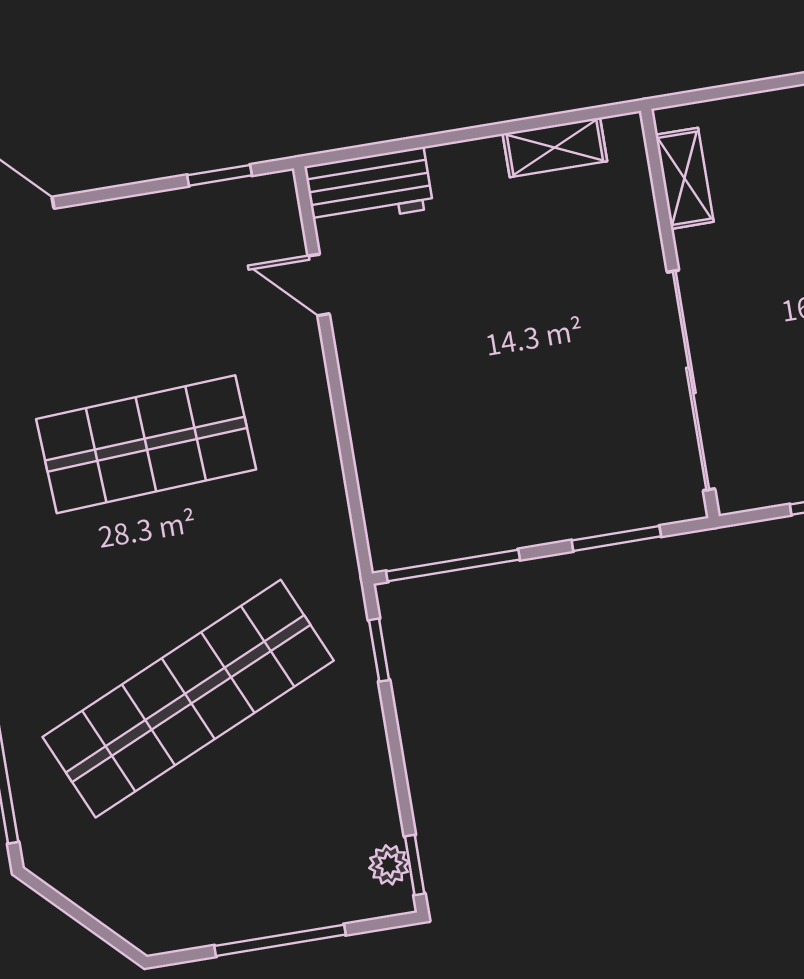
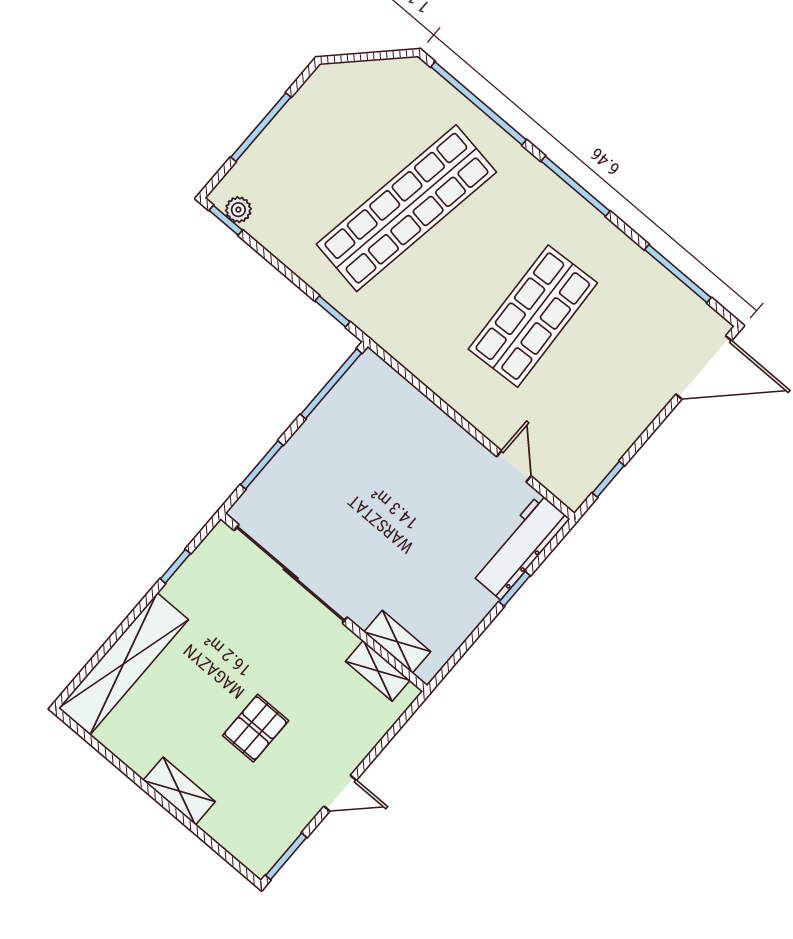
window: (440, 139) -> (515, 589), added
shelving: (555, 147) -> (397, 642), moved, turned 90
workbench: (369, 187) -> (520, 546), width x1.38
door: (319, 285) -> (514, 466), hinge flipped
shop shelf: (188, 699) -> (406, 208), turned 33

